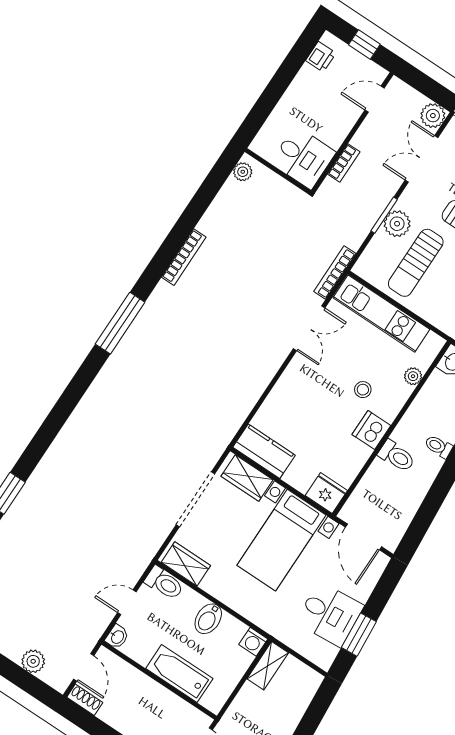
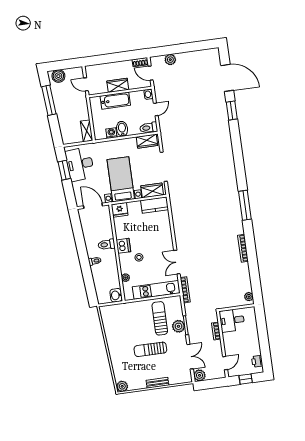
desk: (330, 614) -> (80, 164), width x1.37
washing machine: (253, 642) -> (111, 133), moved
wardrobe: (153, 694) -> (118, 85), added

